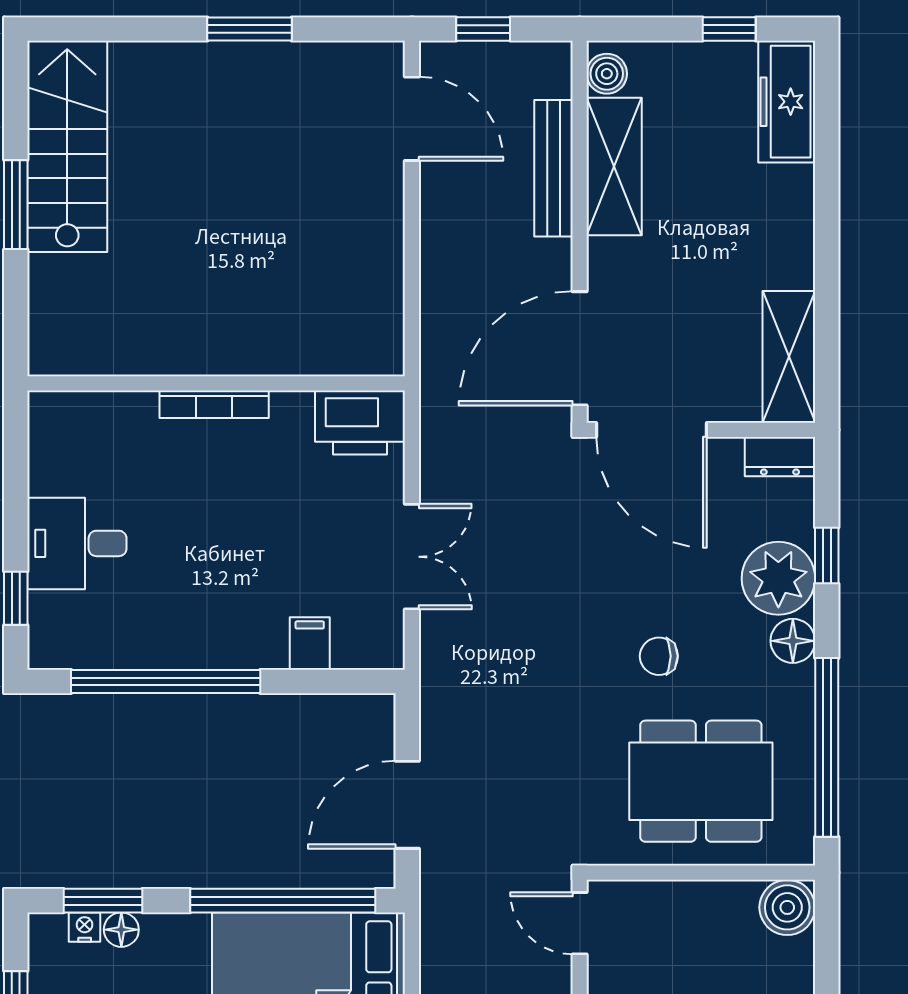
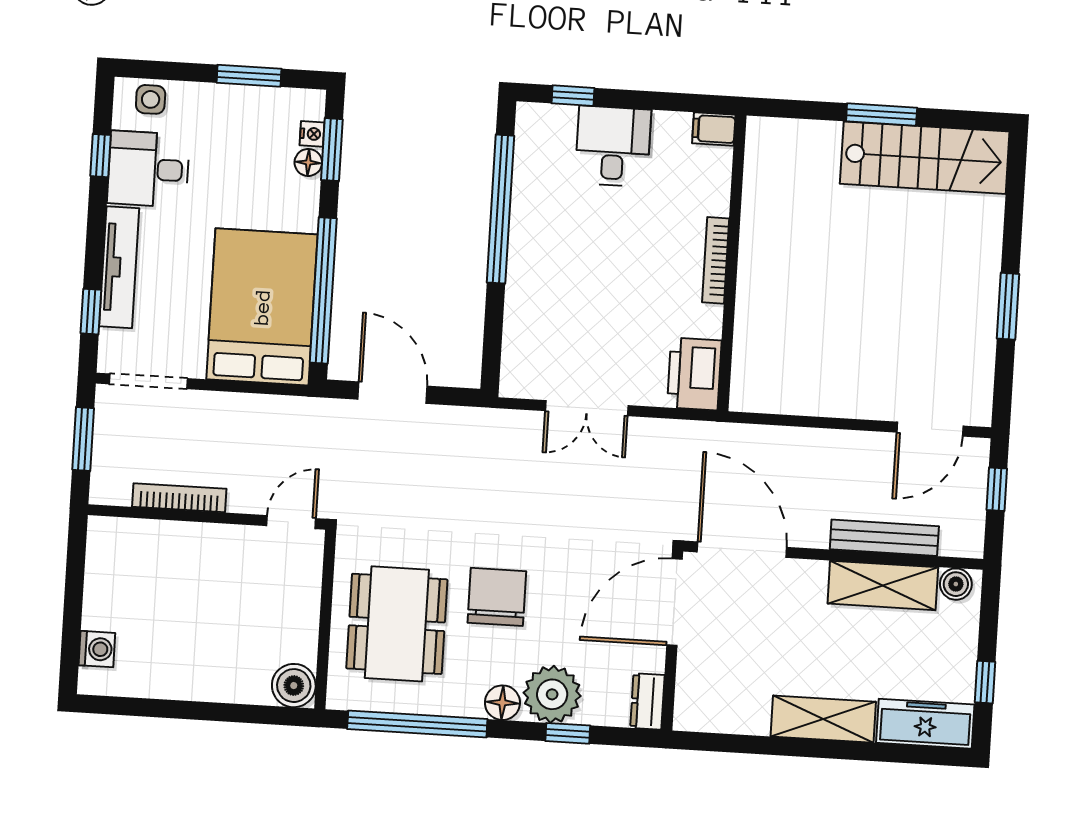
shelving: (789, 357) -> (823, 719), moved
filing cabinet: (310, 643) -> (714, 129), moved, turned 180
chair: (659, 656) -> (497, 597), width x1.87, depth x1.87

